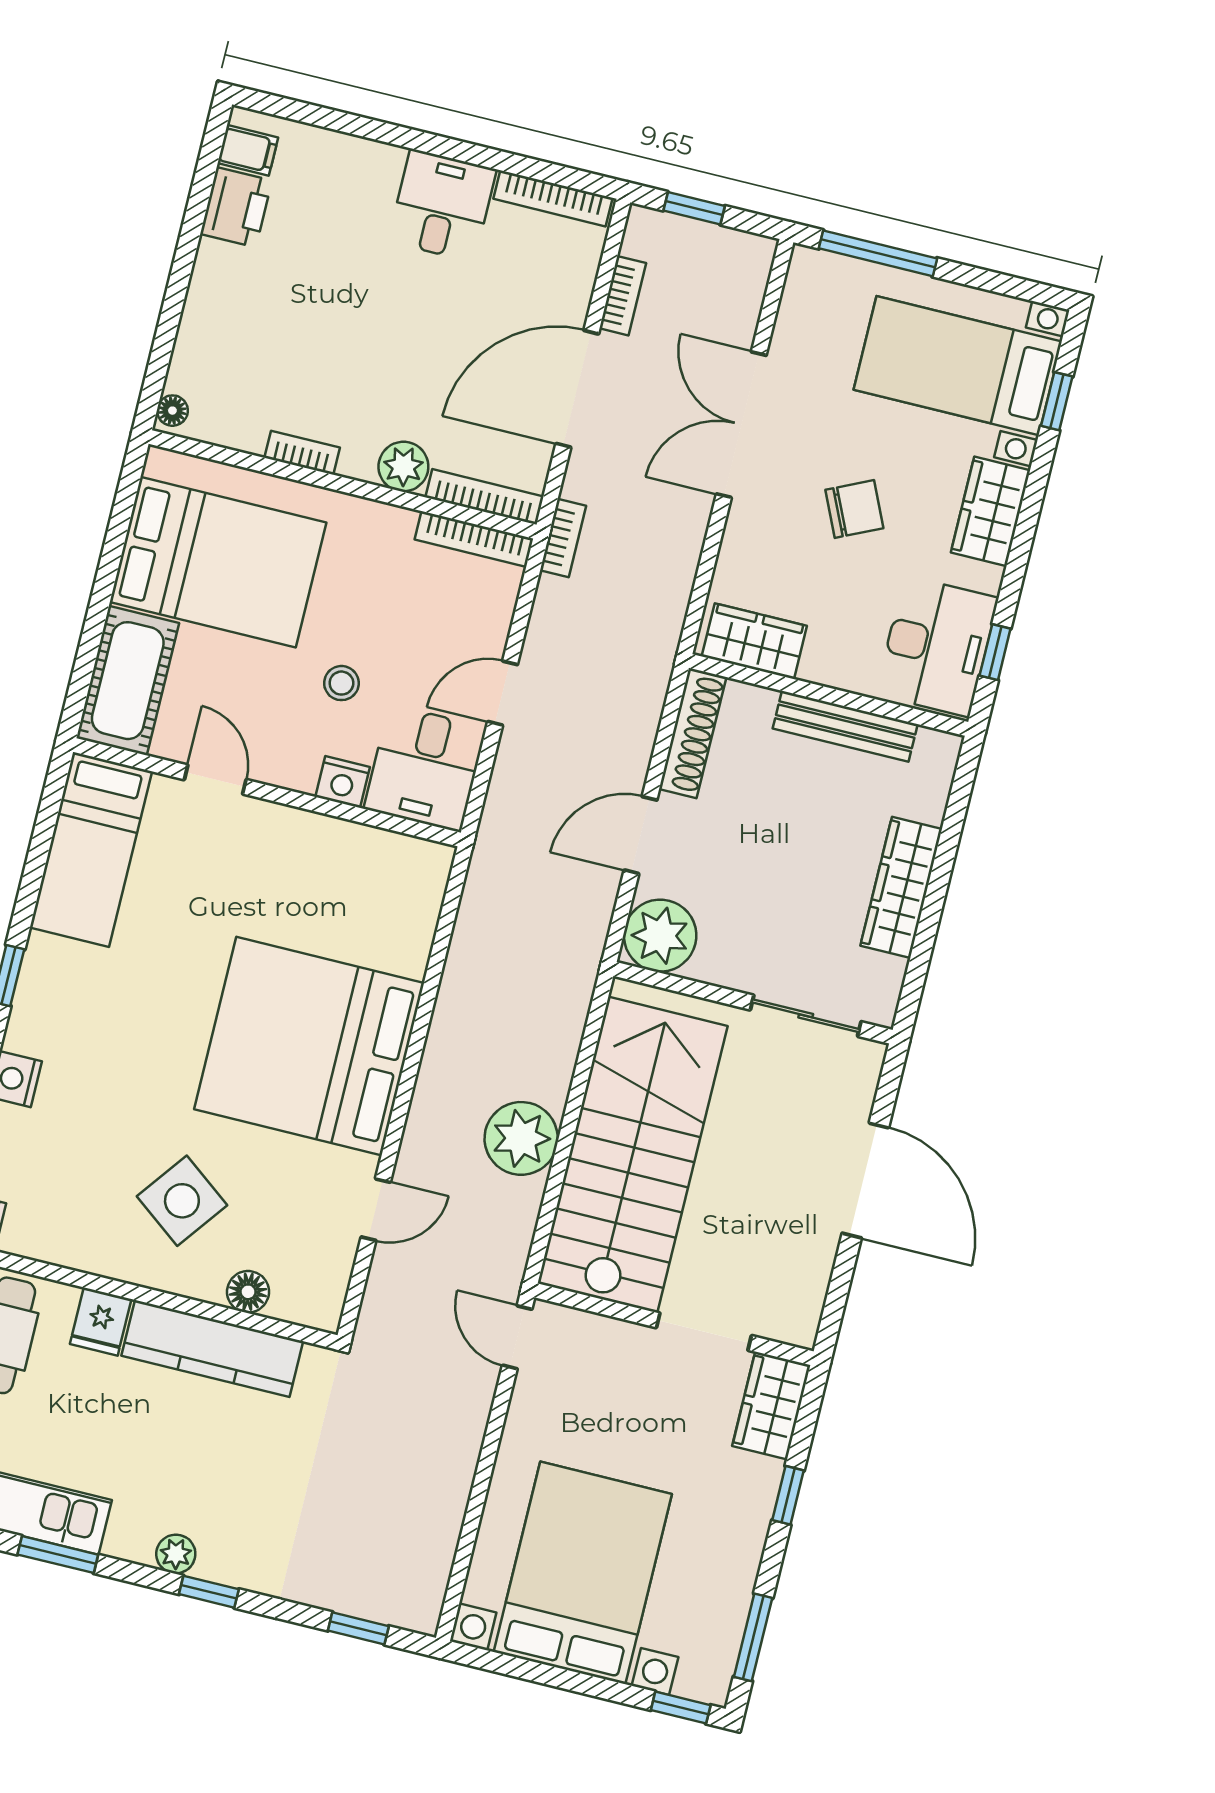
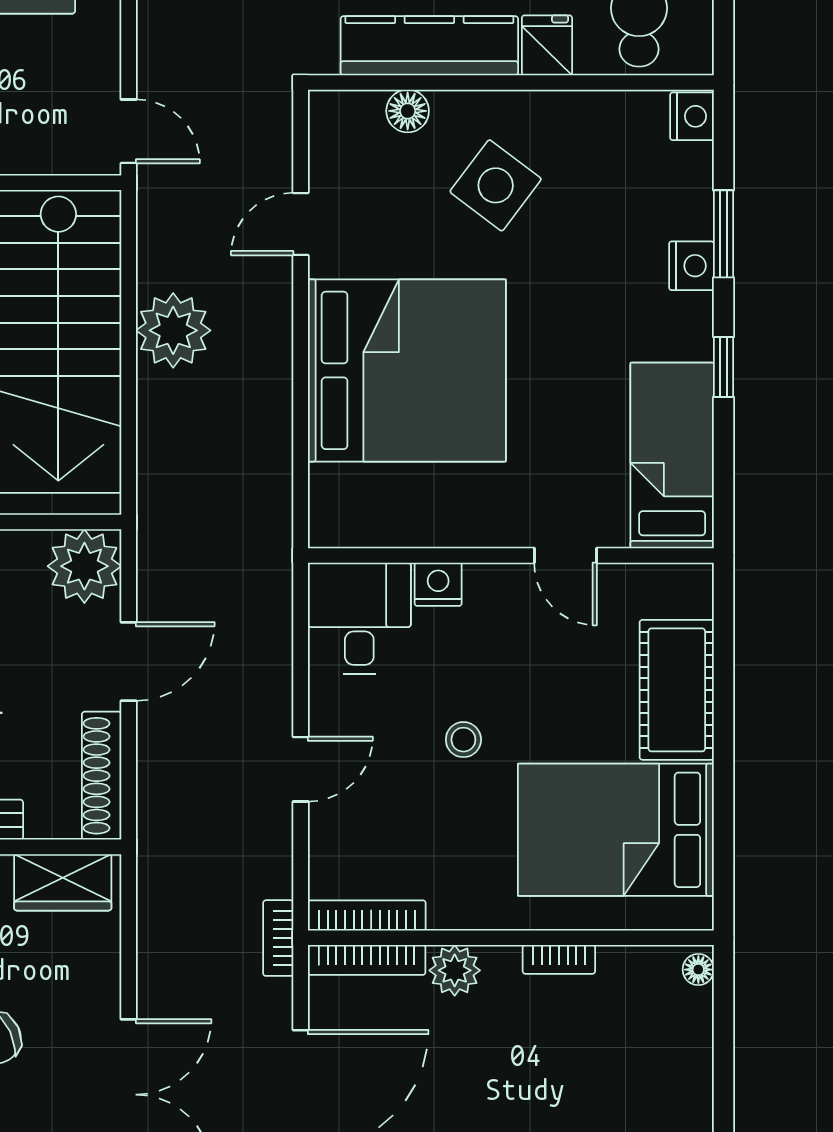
desk: (425, 768) -> (359, 618), moved
door: (215, 780) -> (565, 555), moved
nightstand: (343, 782) -> (438, 584), moved
wall: (267, 792) -> (511, 555), moved
bed: (91, 849) -> (672, 455), moved

